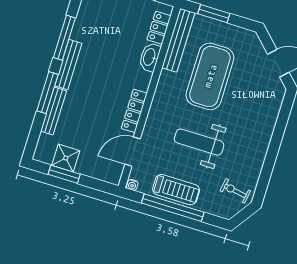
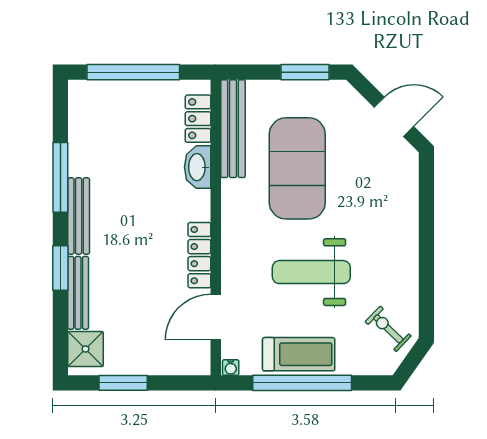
window: (214, 14) -> (305, 72), moved
window: (47, 93) -> (60, 268), width x0.69
shower: (66, 158) -> (85, 349), moved
exercise bike: (235, 191) -> (388, 329), turned 34

